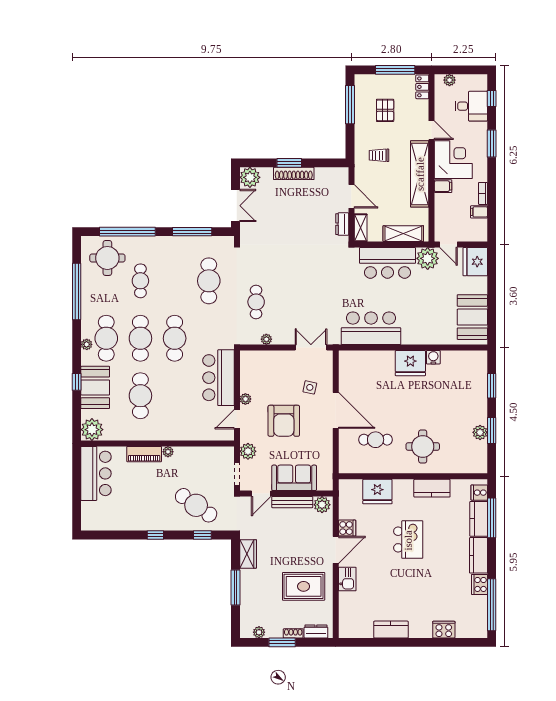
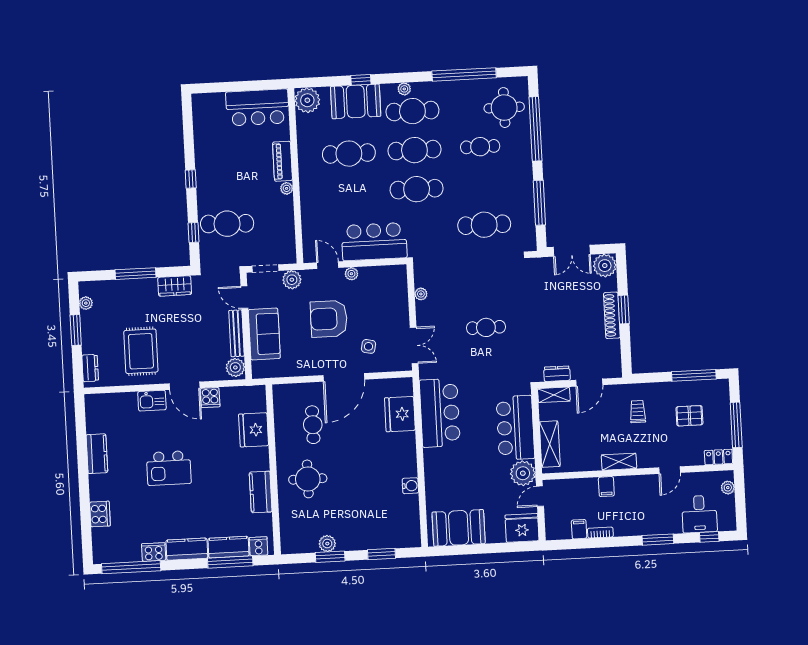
corner desk: (453, 160) -> (637, 497), removed
shelving: (420, 174) -> (619, 462), width x0.45, depth x0.75
cafe table: (256, 302) -> (486, 327), moved
fridge: (410, 363) -> (400, 414), moved
cafe table: (196, 505) -> (227, 224), turned 57
kitchen island: (408, 540) -> (169, 468), moved
shoe rack: (293, 633) -> (87, 342), removed

